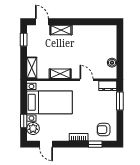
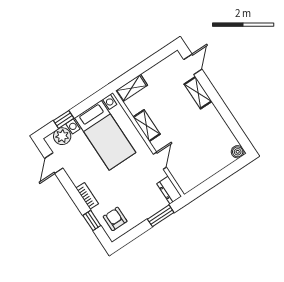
window: (24, 40) -> (158, 57), removed
boiler: (112, 63) -> (238, 152), moved

